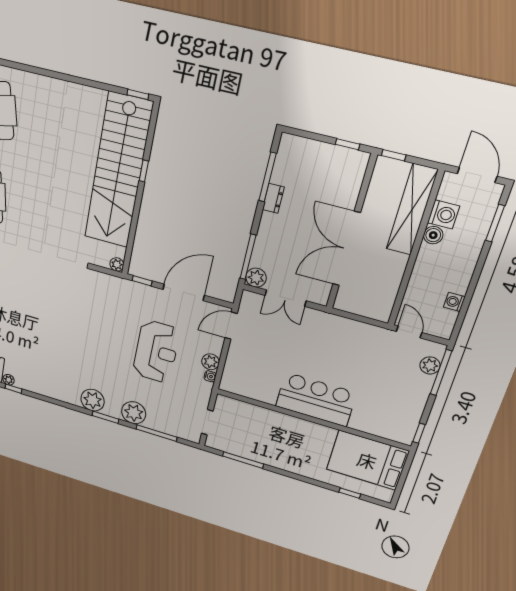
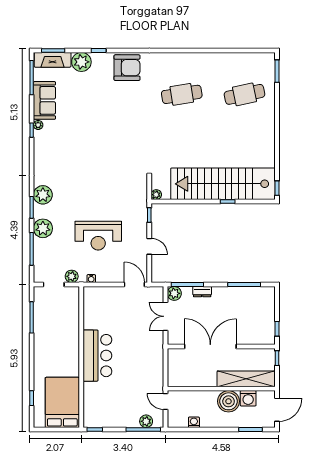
dresser: (273, 198) -> (202, 292), moved
boiler: (433, 235) -> (229, 401), width x1.86, depth x1.86
door: (184, 292) -> (149, 246), width x0.53
door: (409, 332) -> (165, 401), swing flipped
plant: (210, 362) -> (72, 276), moved

